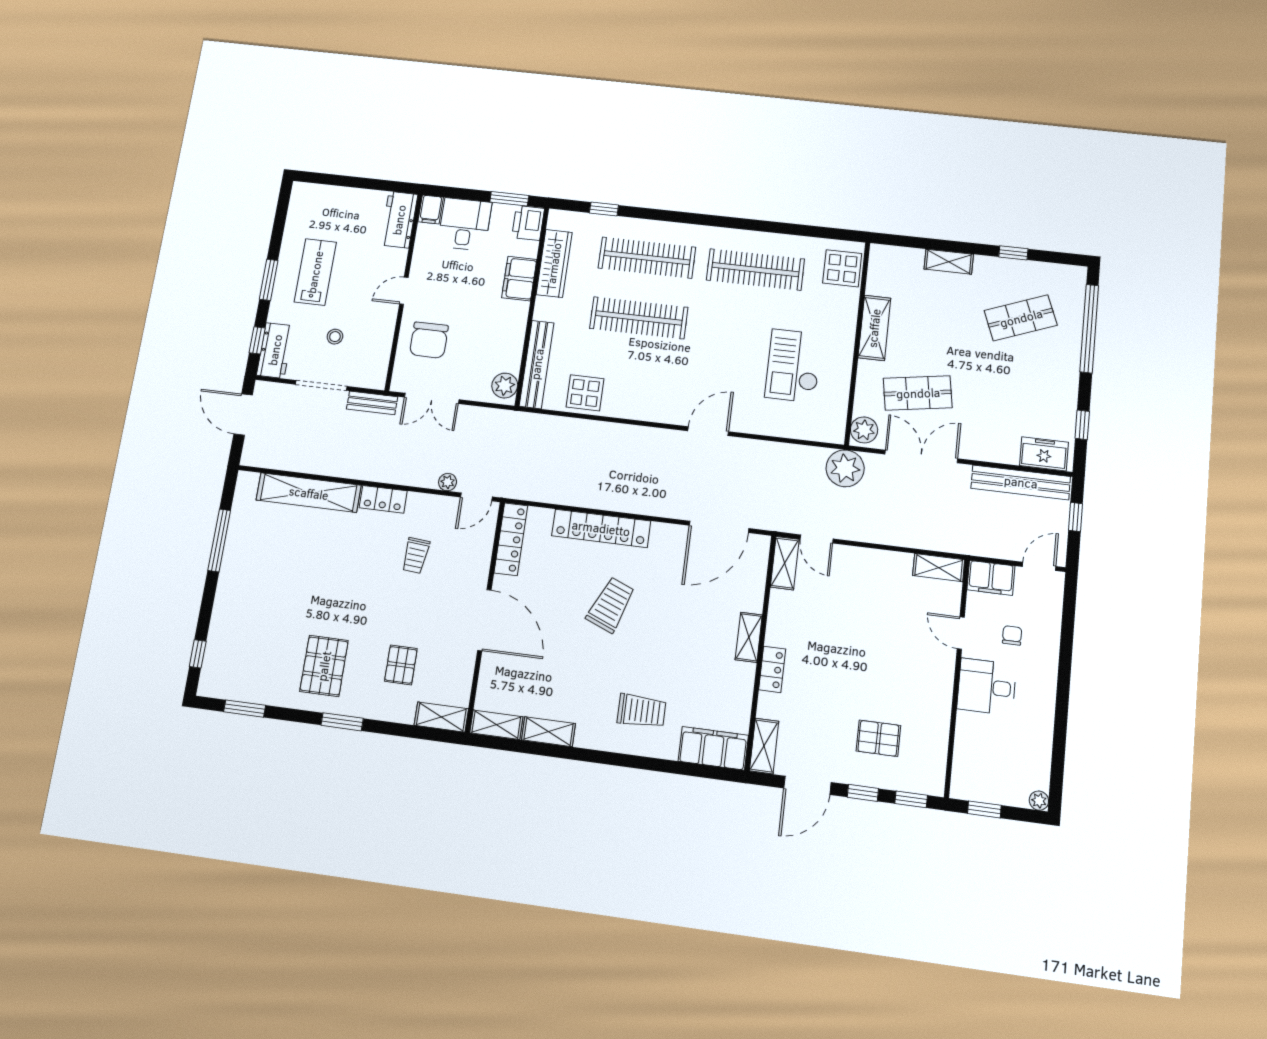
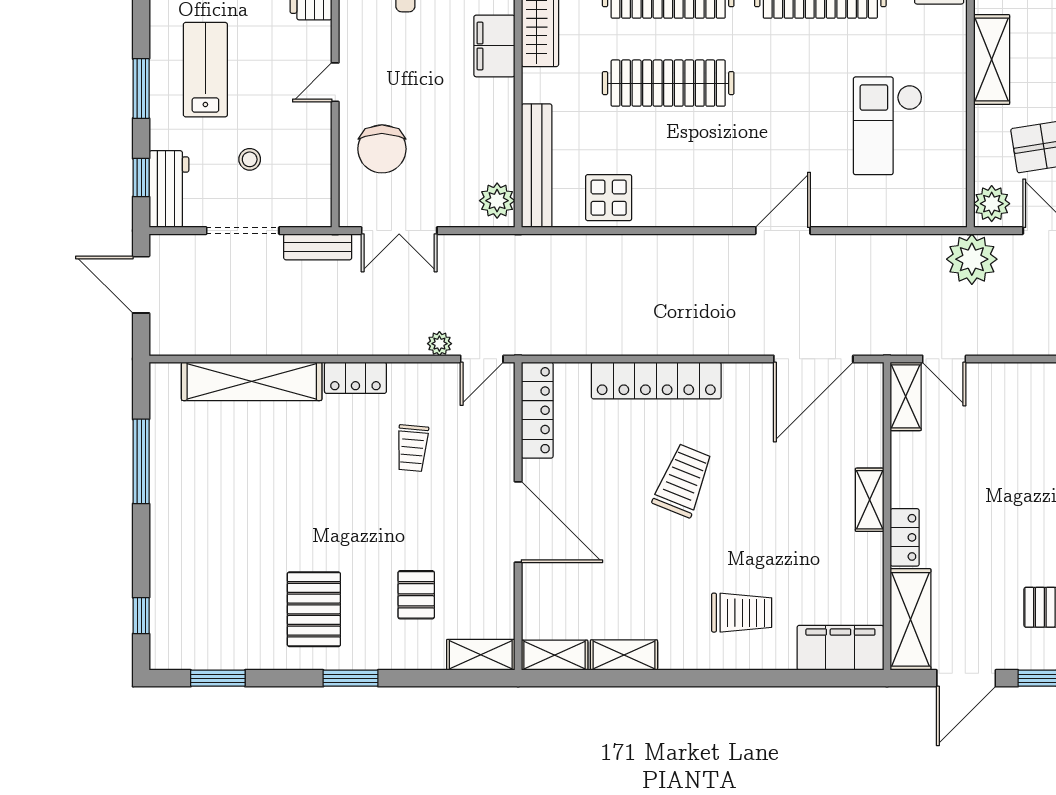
shelving: (764, 746) -> (911, 619), width x1.50, depth x1.33

